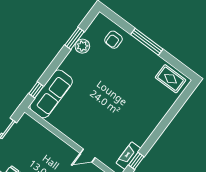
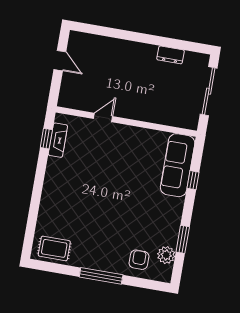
plant: (82, 46) -> (166, 255), moved
window: (36, 90) -> (193, 180), moved

